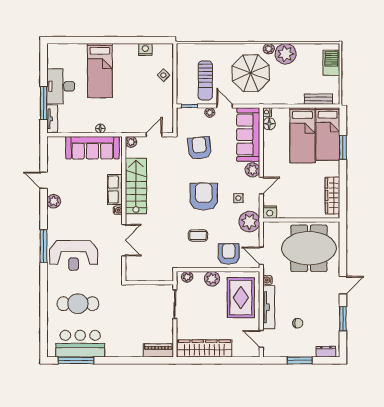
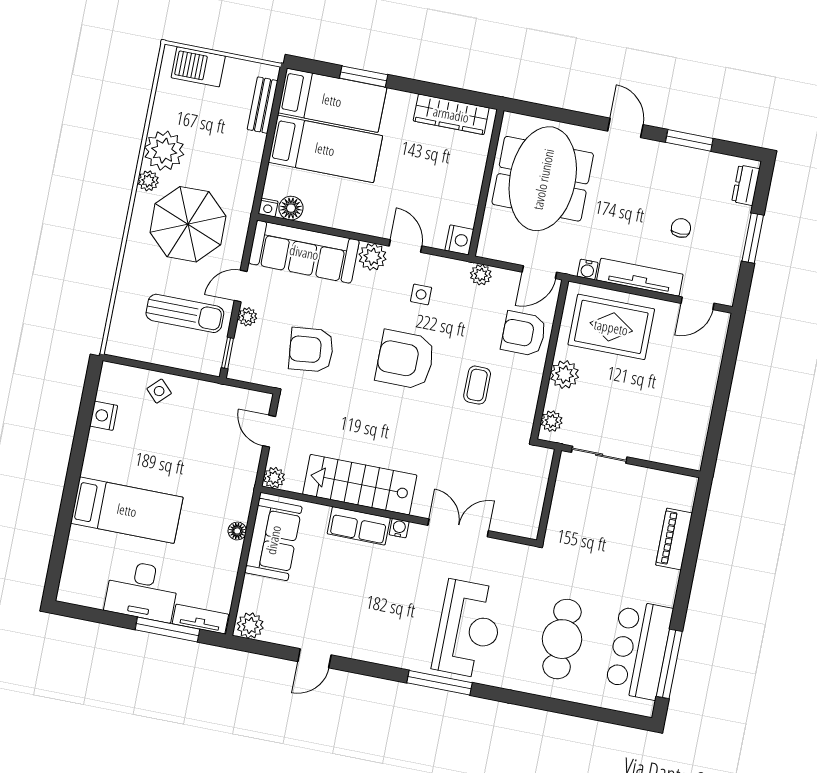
sofa: (92, 148) -> (273, 540), width x0.73
plant: (54, 201) -> (250, 626), moved
plant: (249, 222) -> (481, 275), width x0.53, depth x0.53
wardrobe: (205, 348) -> (694, 415), removed
piano: (158, 350) -> (674, 539), moved

